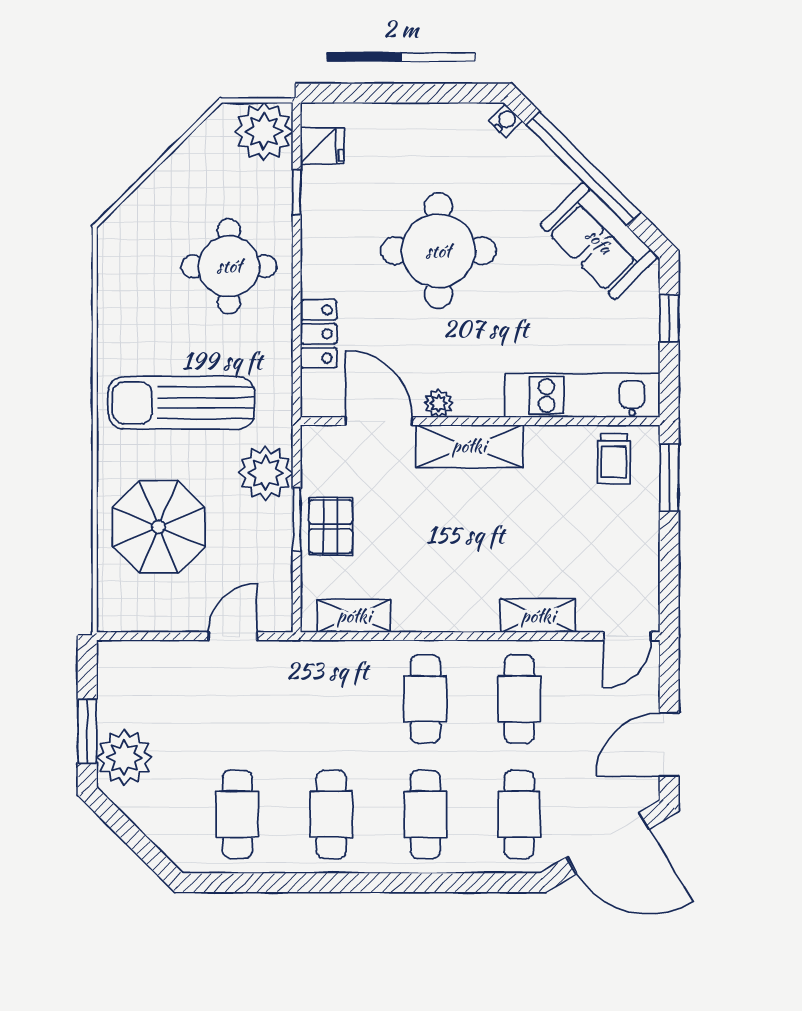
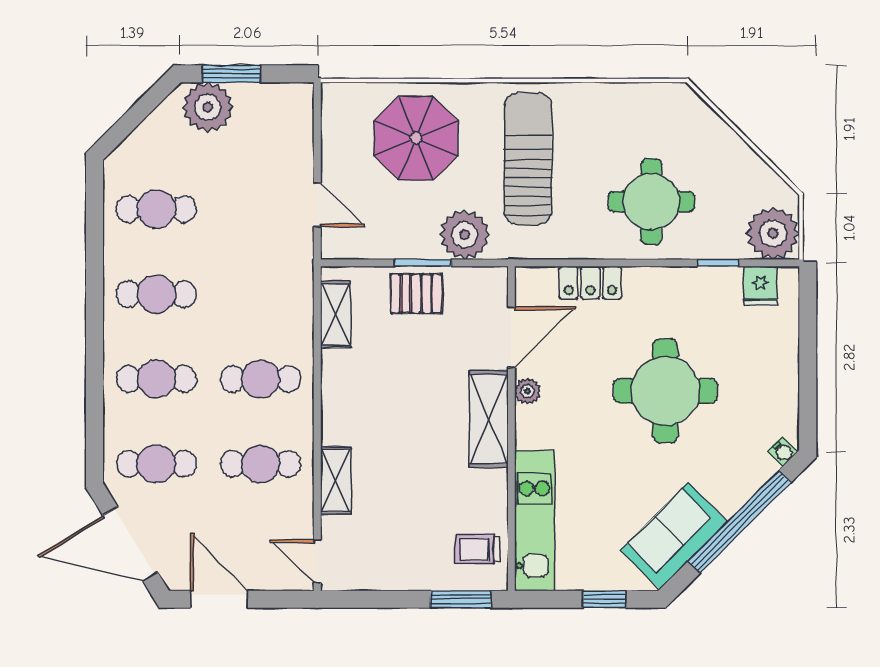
door: (608, 843) -> (130, 544), hinge flipped

